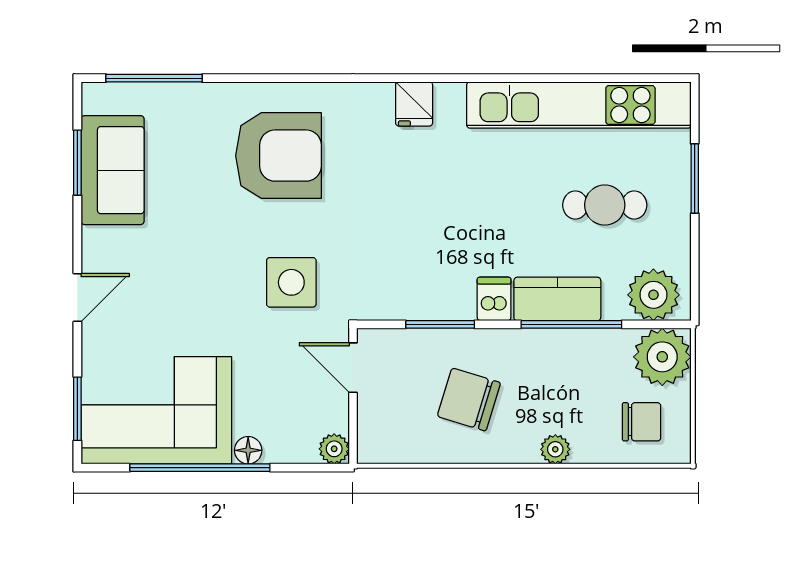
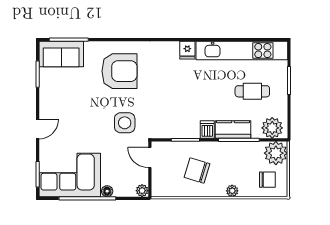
fridge: (414, 104) -> (187, 50), moved
sofa: (113, 170) -> (61, 54), moved, turned 90

